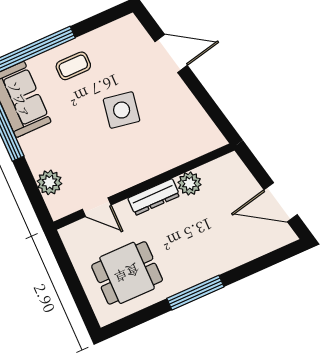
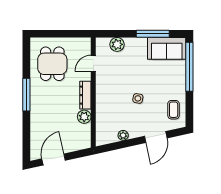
coffee table: (73, 66) -> (174, 110), moved
plant: (192, 107) -> (123, 135), added
side table: (122, 110) -> (138, 98), width x0.54, depth x0.54

